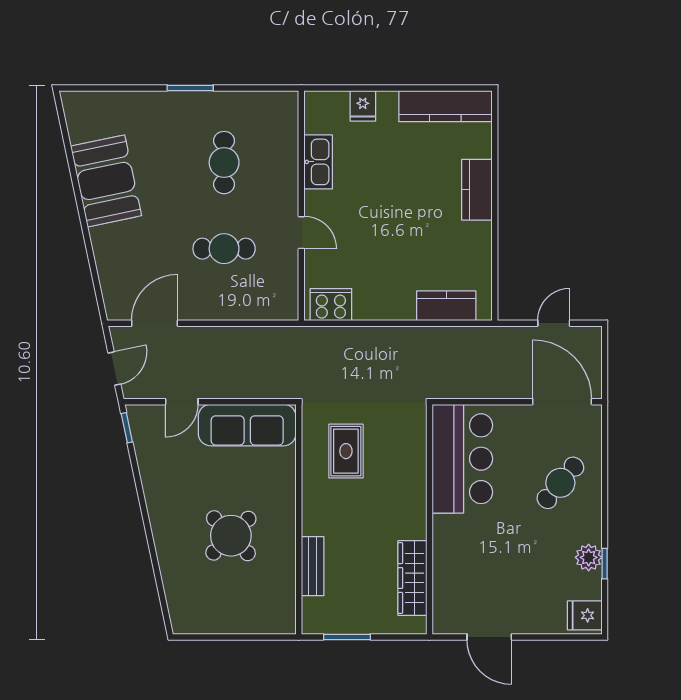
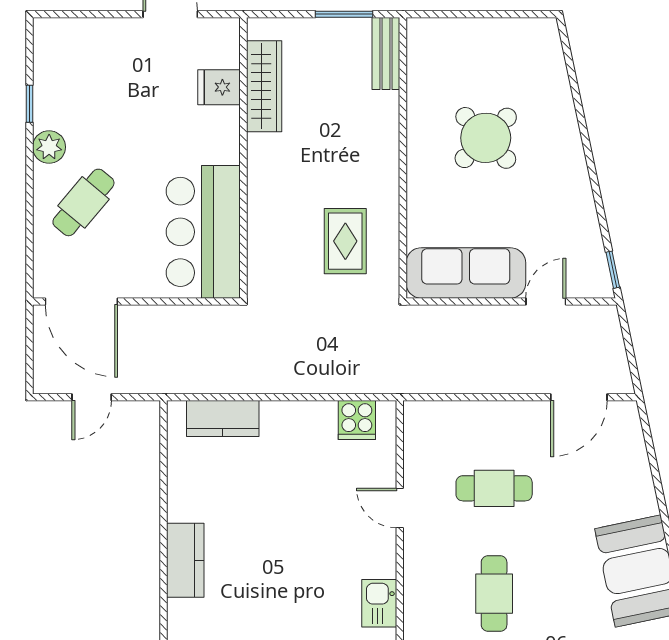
kitchen sink: (318, 162) -> (379, 603), width x0.73
cooker: (331, 305) -> (357, 420), width x0.73
door: (114, 369) -> (628, 342), removed
plant: (589, 557) -> (49, 147), moved
bench: (313, 566) -> (386, 54), moved
fridge: (585, 615) -> (219, 87), moved, turned 180

